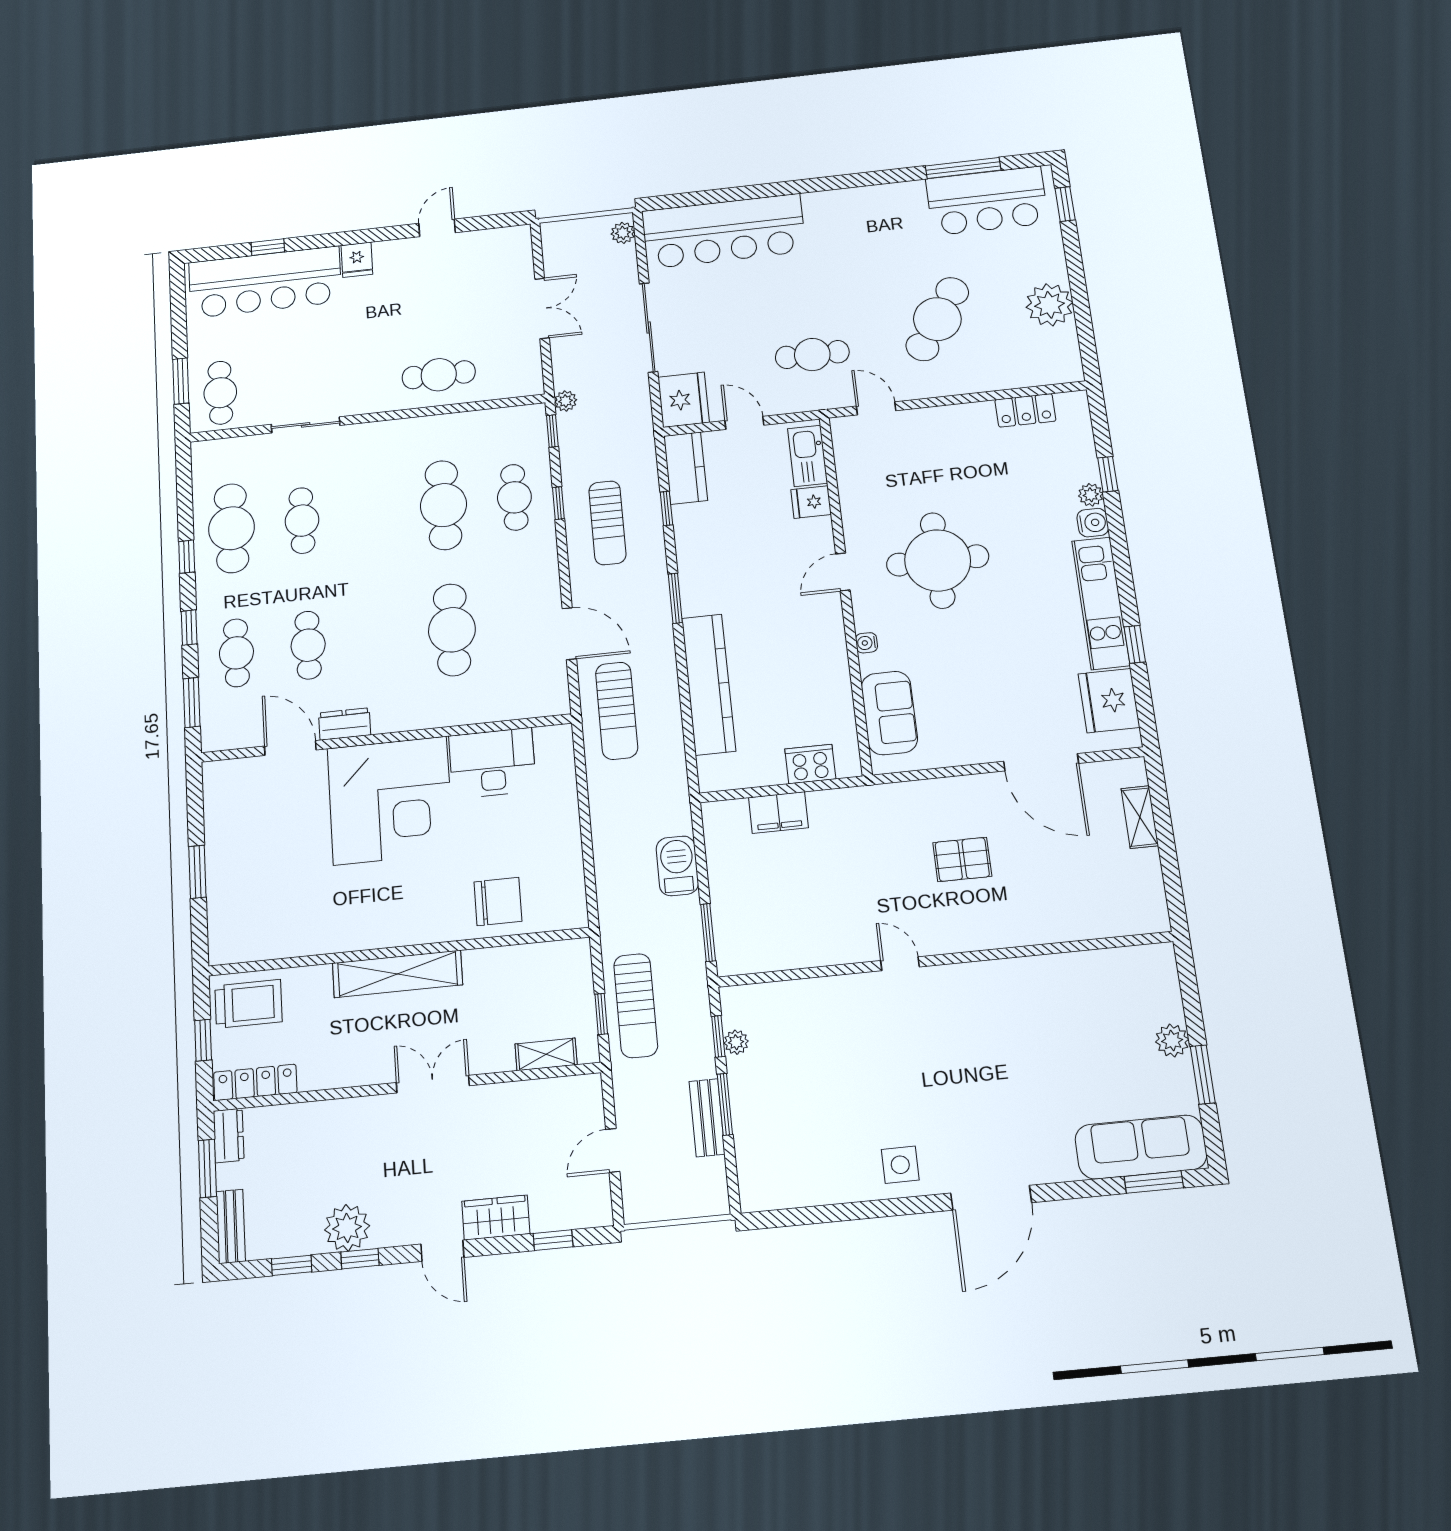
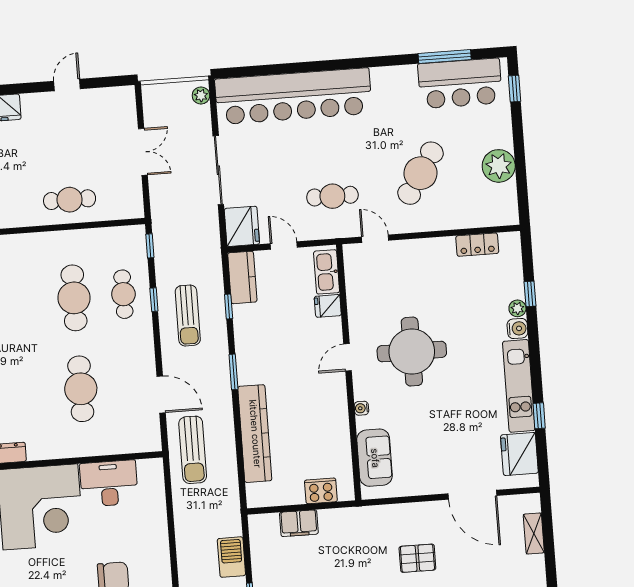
bar counter: (724, 231) -> (293, 96), width x1.36
plant: (566, 401) -> (159, 224), removed

